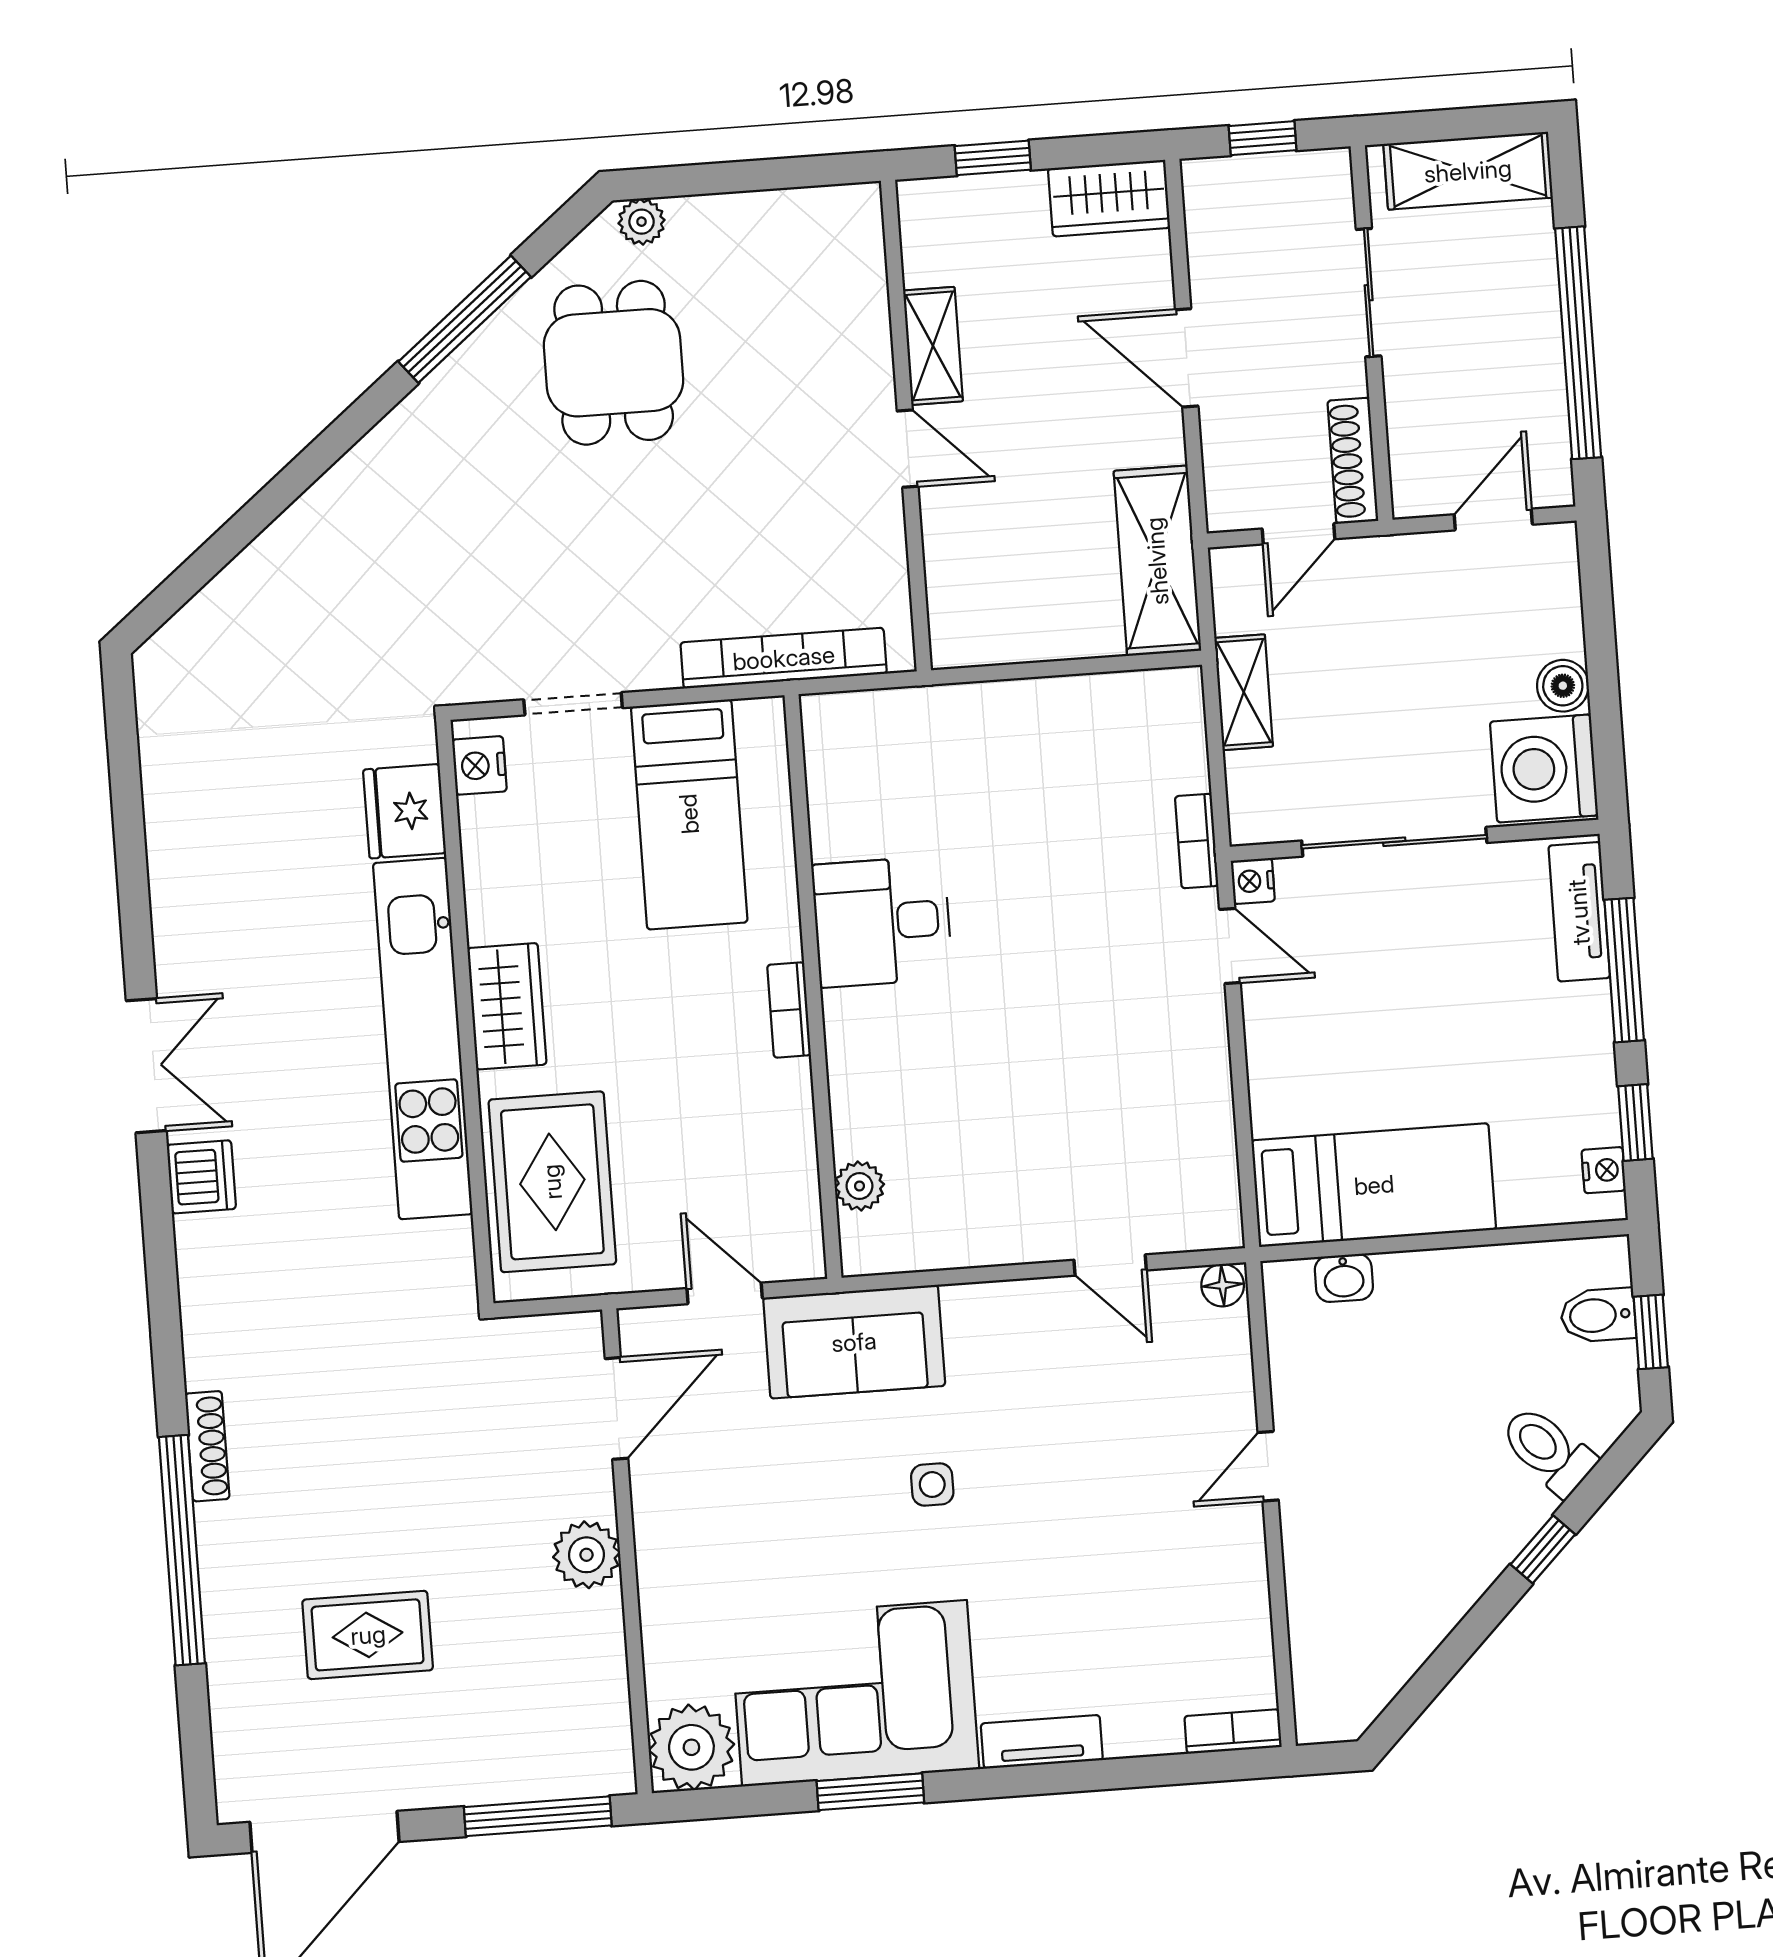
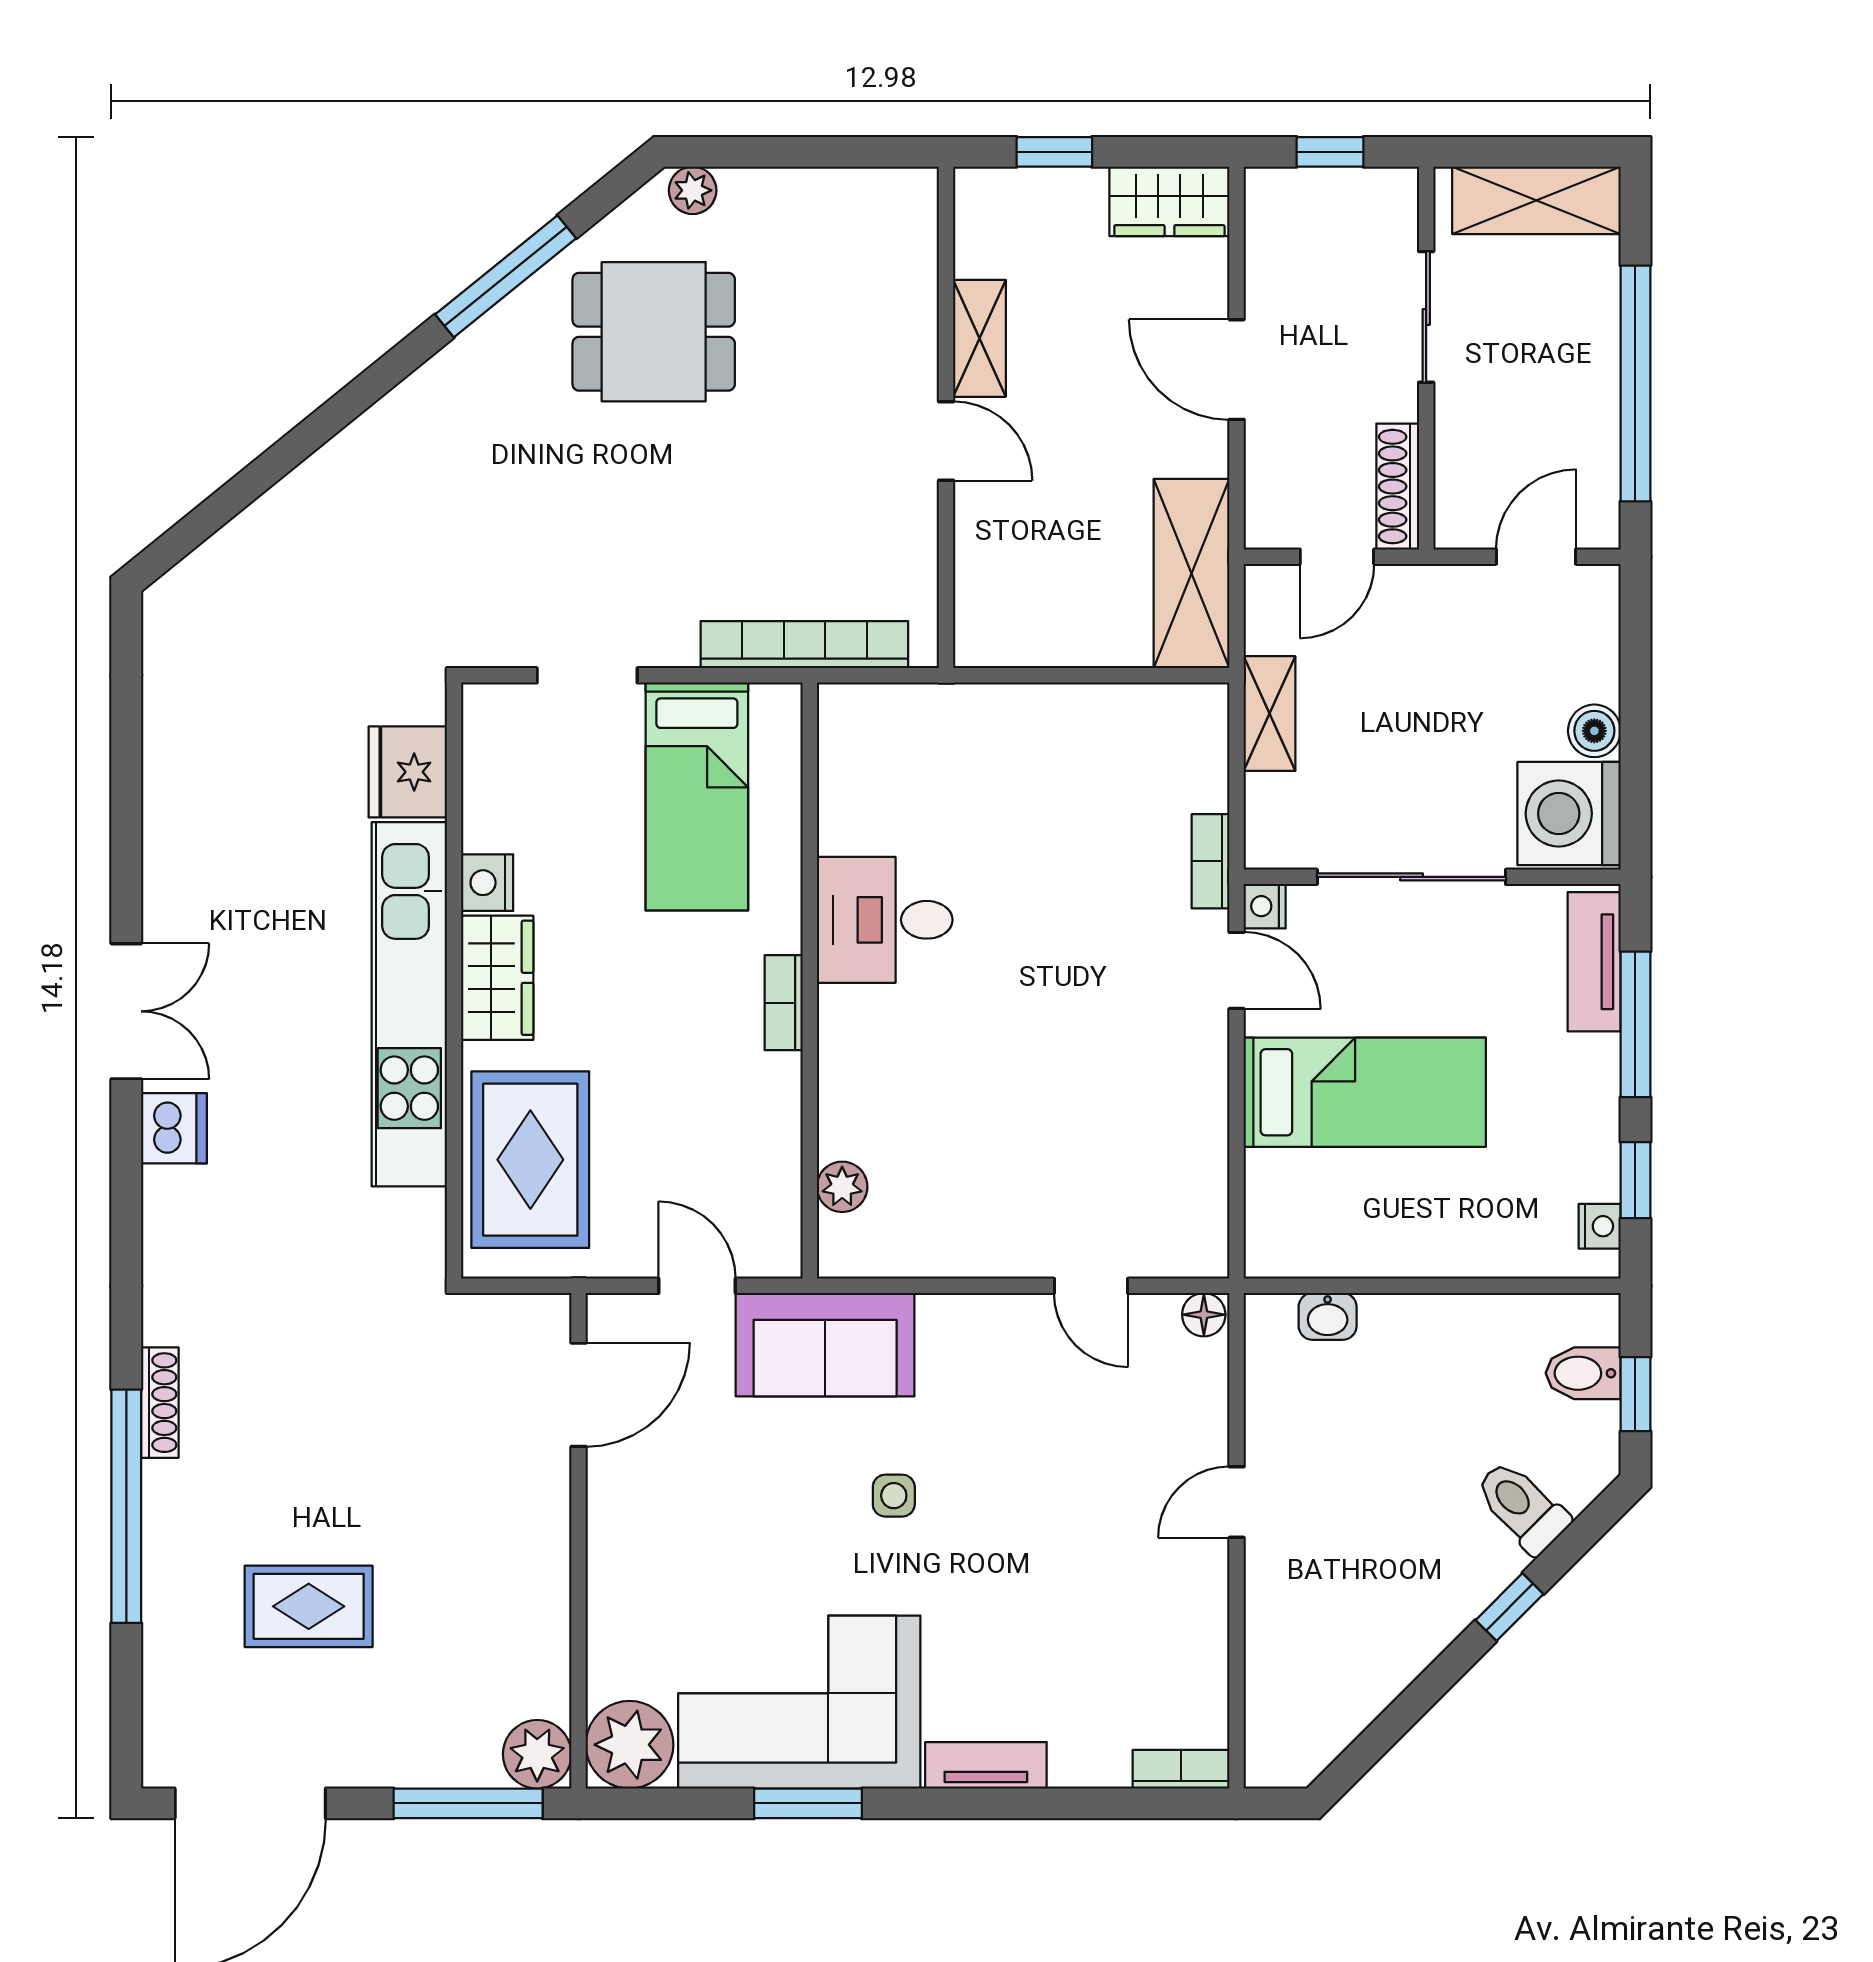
dining table: (614, 363) -> (654, 332), turned 90
nightstand: (479, 765) -> (487, 883), moved
bed: (1374, 1185) -> (1365, 1092), moved
plant: (587, 1555) -> (537, 1754), moved

